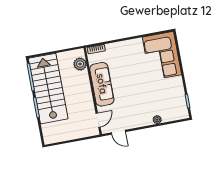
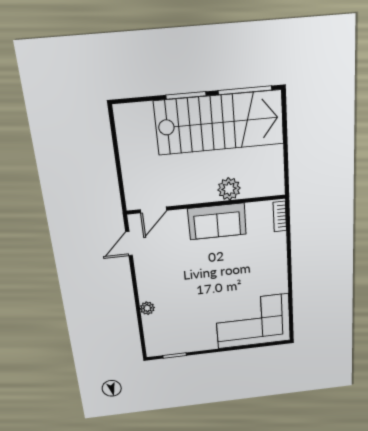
plant: (80, 64) -> (229, 189), moved
sofa: (102, 84) -> (217, 221), width x0.73
door: (98, 120) -> (153, 210), hinge flipped

